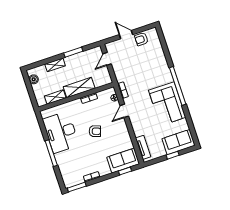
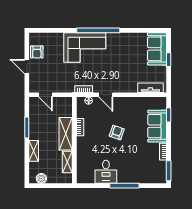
door: (126, 35) -> (27, 67), hinge flipped
corner sofa: (167, 104) -> (85, 48), moved
desk: (61, 132) -> (106, 172), width x0.53, depth x0.77
sofa: (123, 161) -> (157, 126), moved

